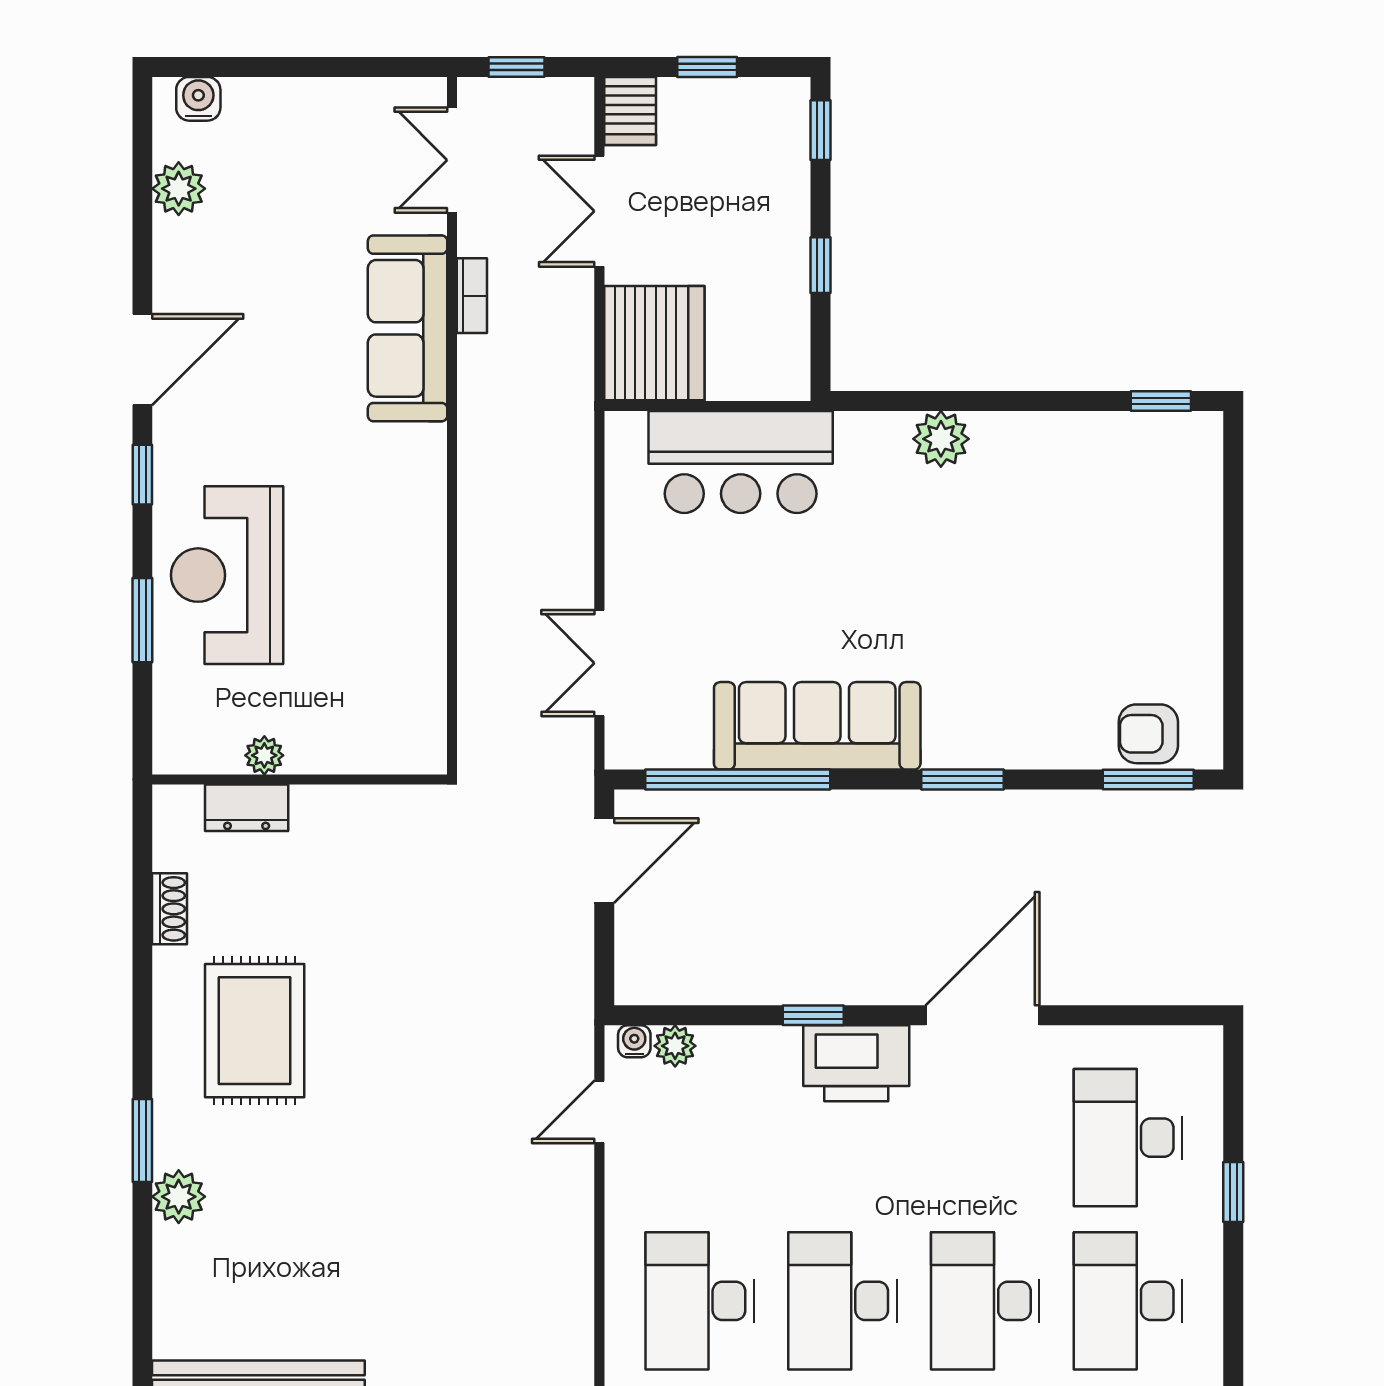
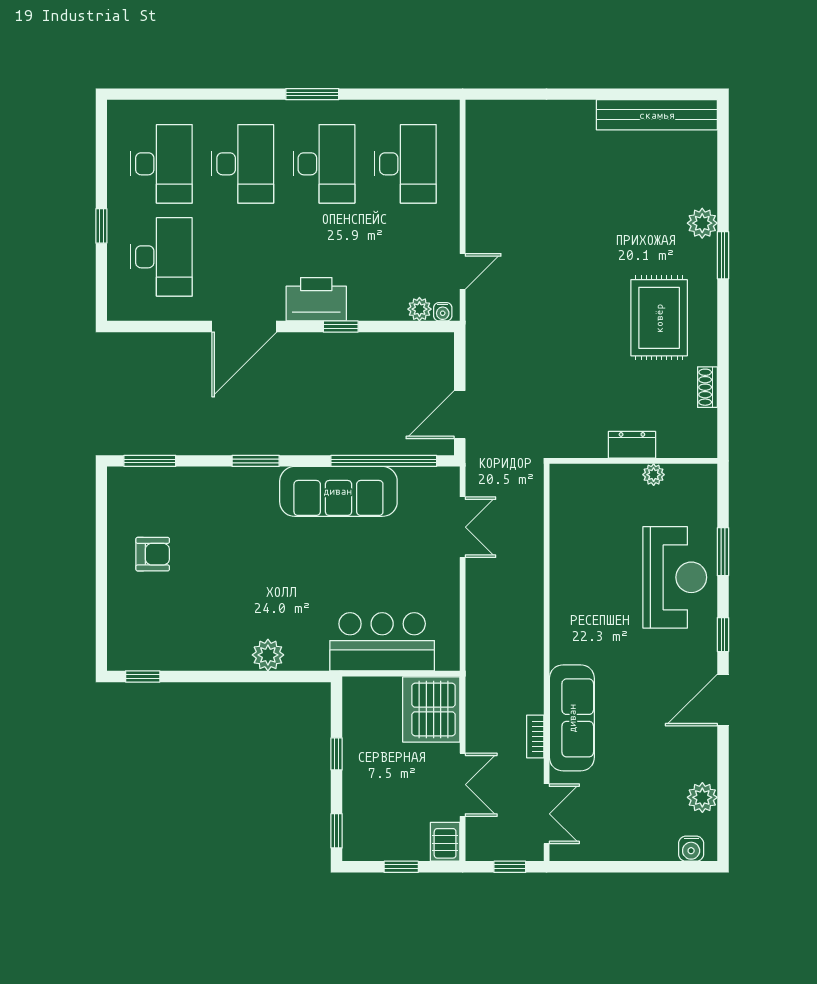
armchair: (1148, 734) -> (153, 554), moved
dresser: (247, 808) -> (632, 445), moved

